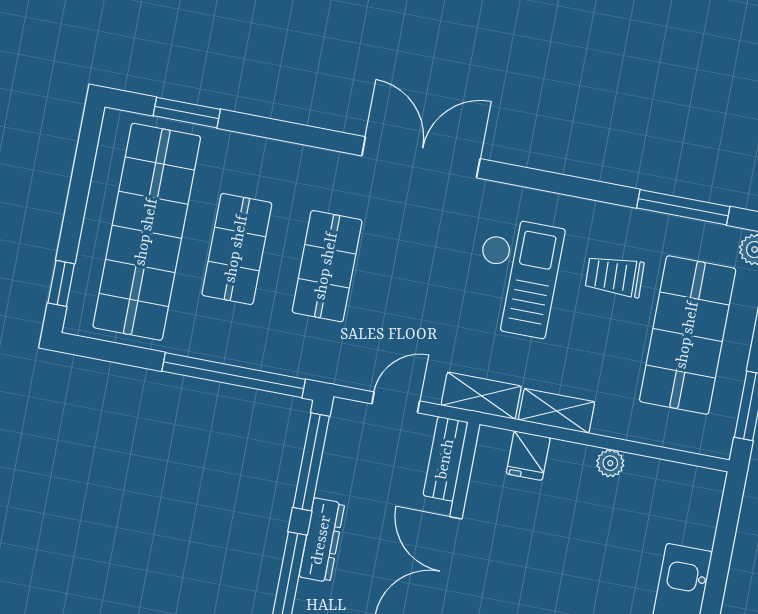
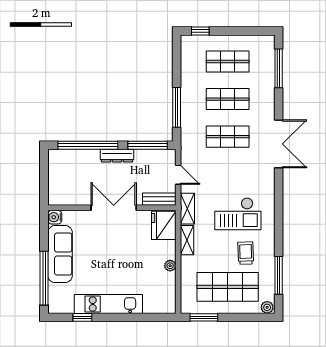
window: (187, 113) -> (279, 68), width x1.44
double door: (421, 157) -> (279, 144), moved
shop shelf: (147, 232) -> (228, 61), width x0.50, depth x0.74
window: (234, 375) -> (177, 107), width x0.68
fridge: (528, 456) -> (164, 225), width x1.88, depth x1.34

